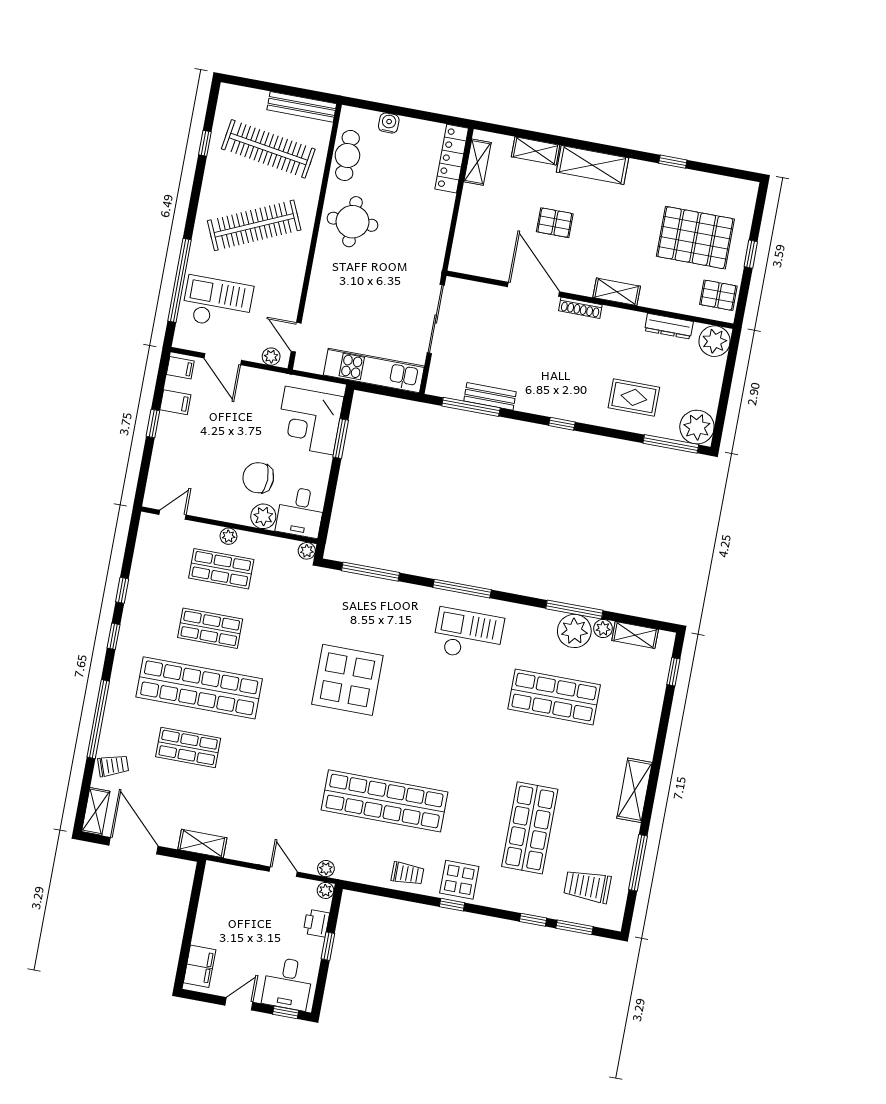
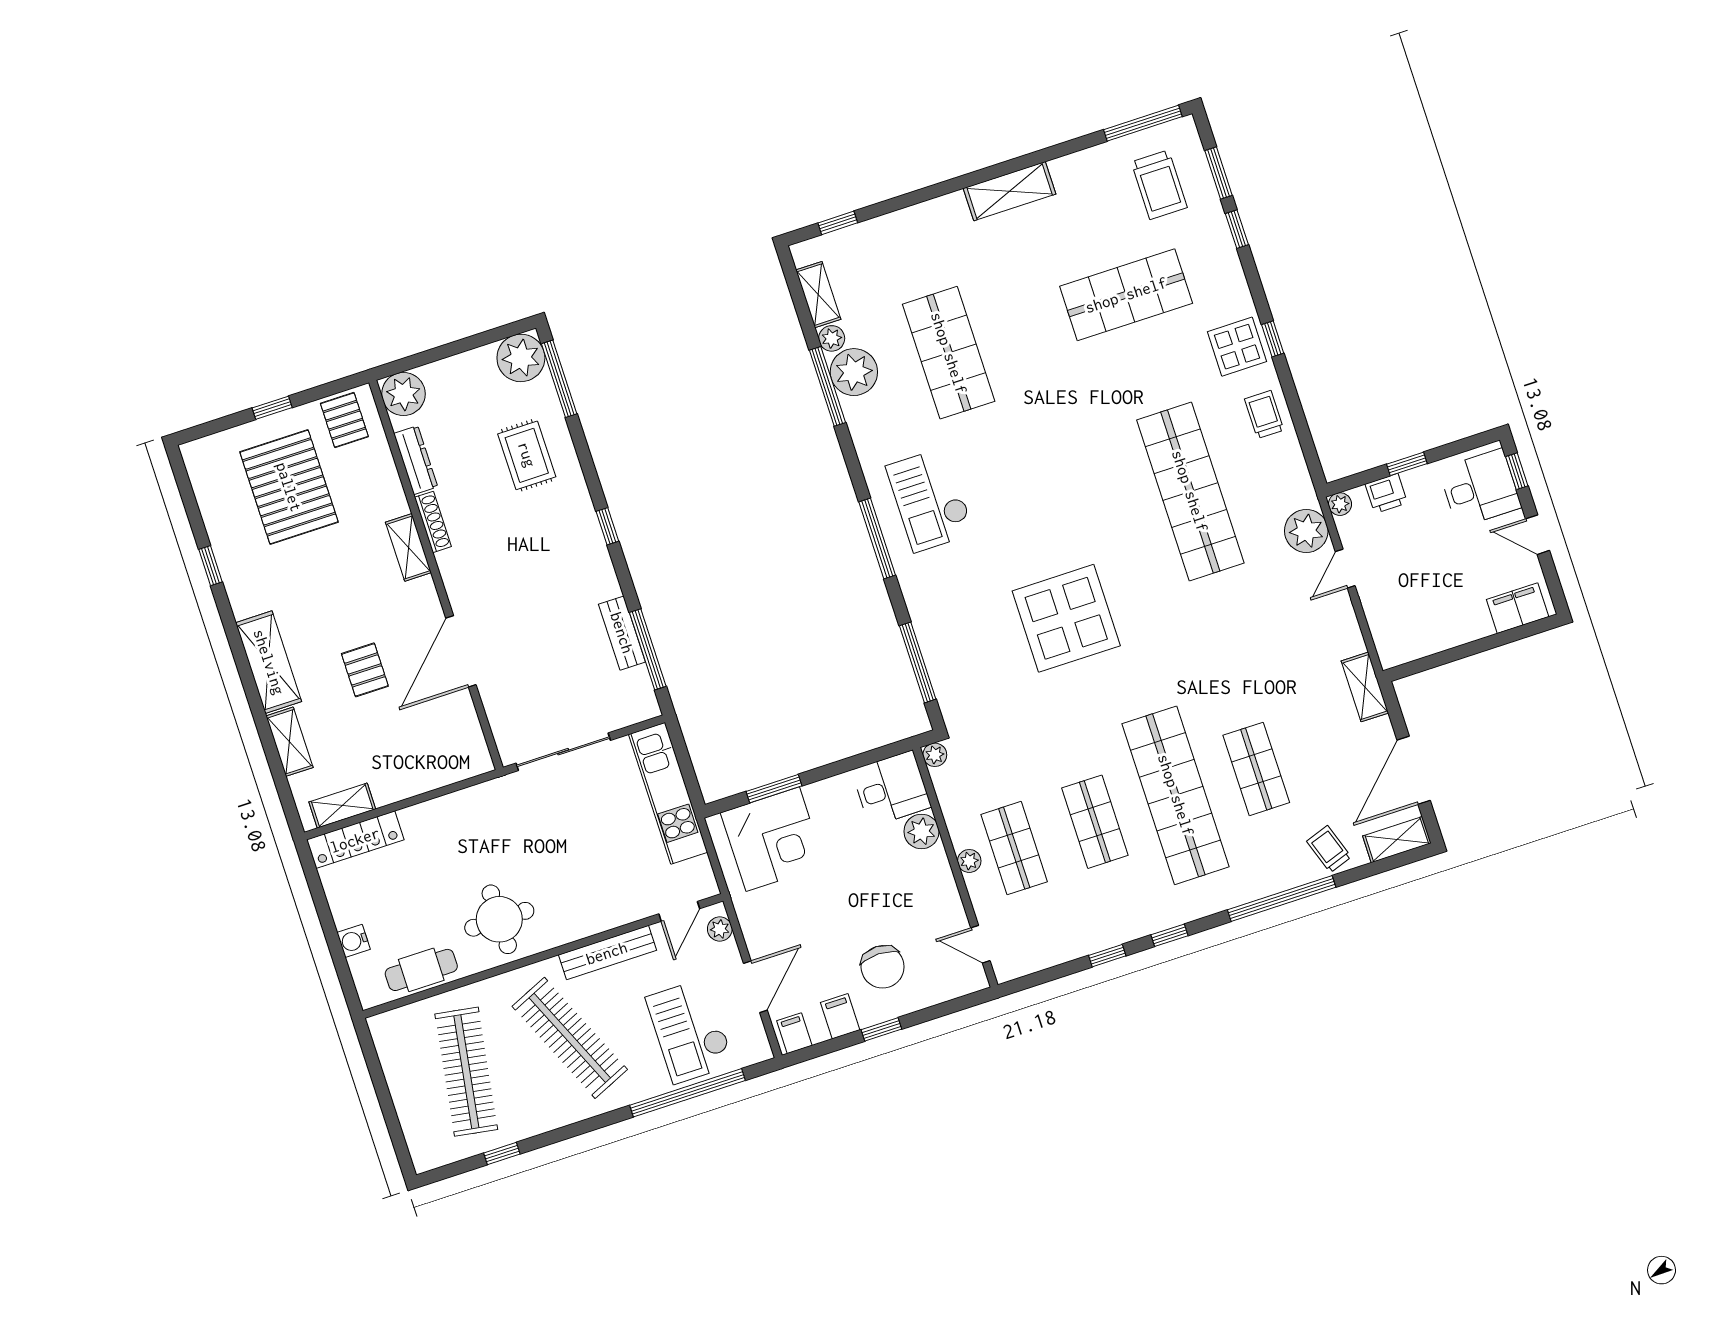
bench: (302, 107) -> (607, 953), moved, turned 90
shoe rack: (580, 308) -> (433, 522), moved
chair: (258, 478) -> (883, 967), moved
window: (638, 863) -> (1143, 123), moved
plant: (326, 869) -> (1306, 531), width x1.88, depth x1.88

